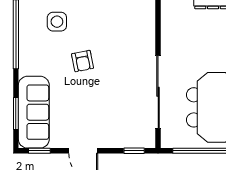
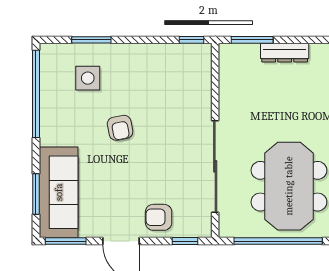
armchair: (113, 132) -> (159, 217), added
window: (39, 151) -> (66, 241), width x1.50

